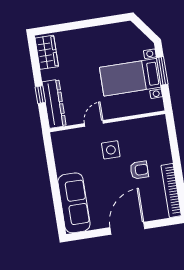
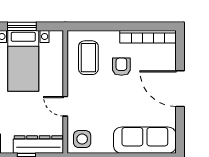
coffee table: (143, 138) -> (88, 58), added
side table: (111, 150) -> (82, 139), moved

